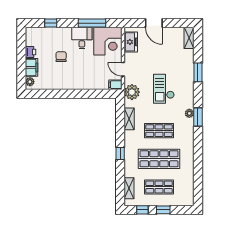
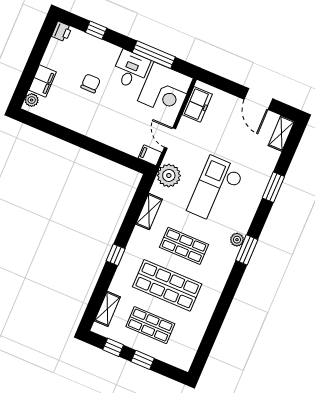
door: (154, 23) -> (258, 99), moved
printer: (31, 52) -> (62, 32), moved
checkout: (164, 89) -> (216, 190), width x1.36, depth x1.21

